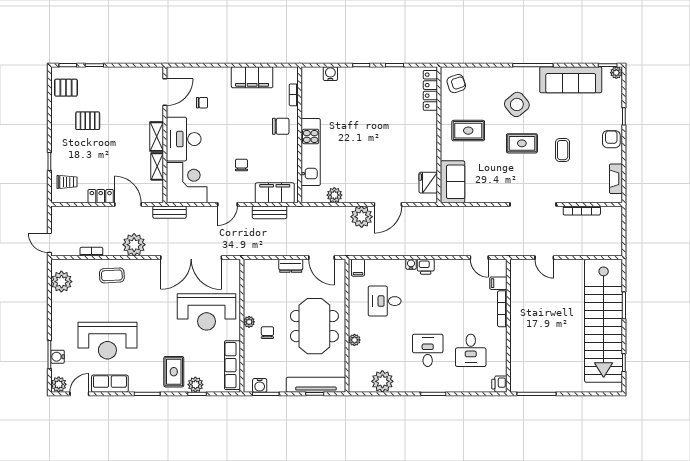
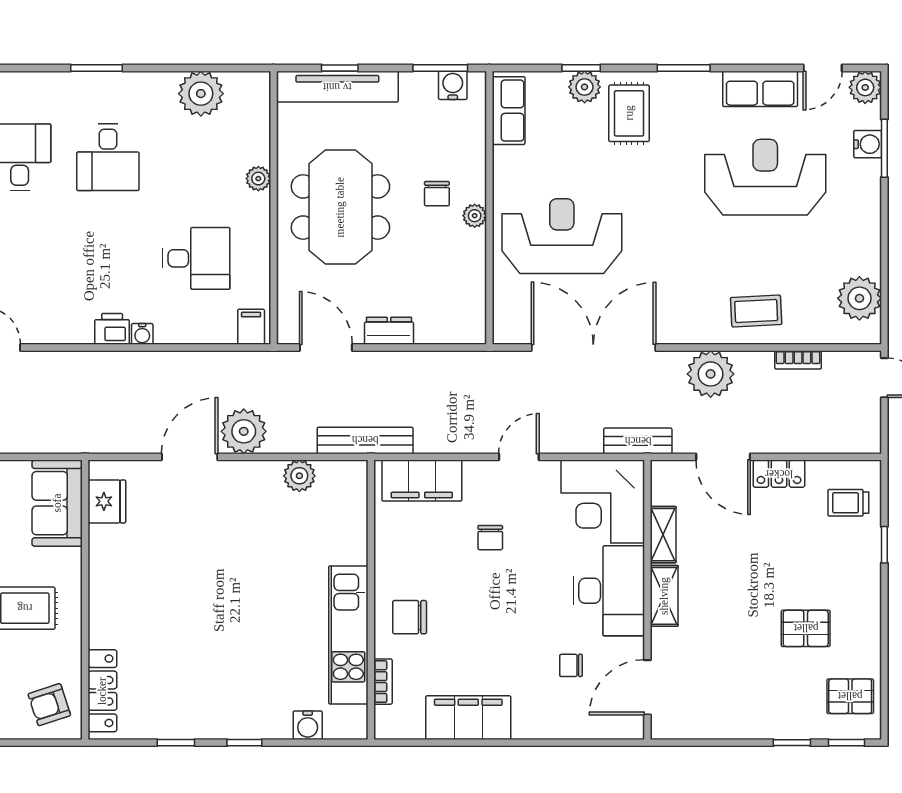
kitchen unit: (311, 152) -> (348, 635), moved
bench: (270, 212) -> (365, 440), moved, width x1.36
row of seats: (232, 365) -> (509, 111), width x0.68

